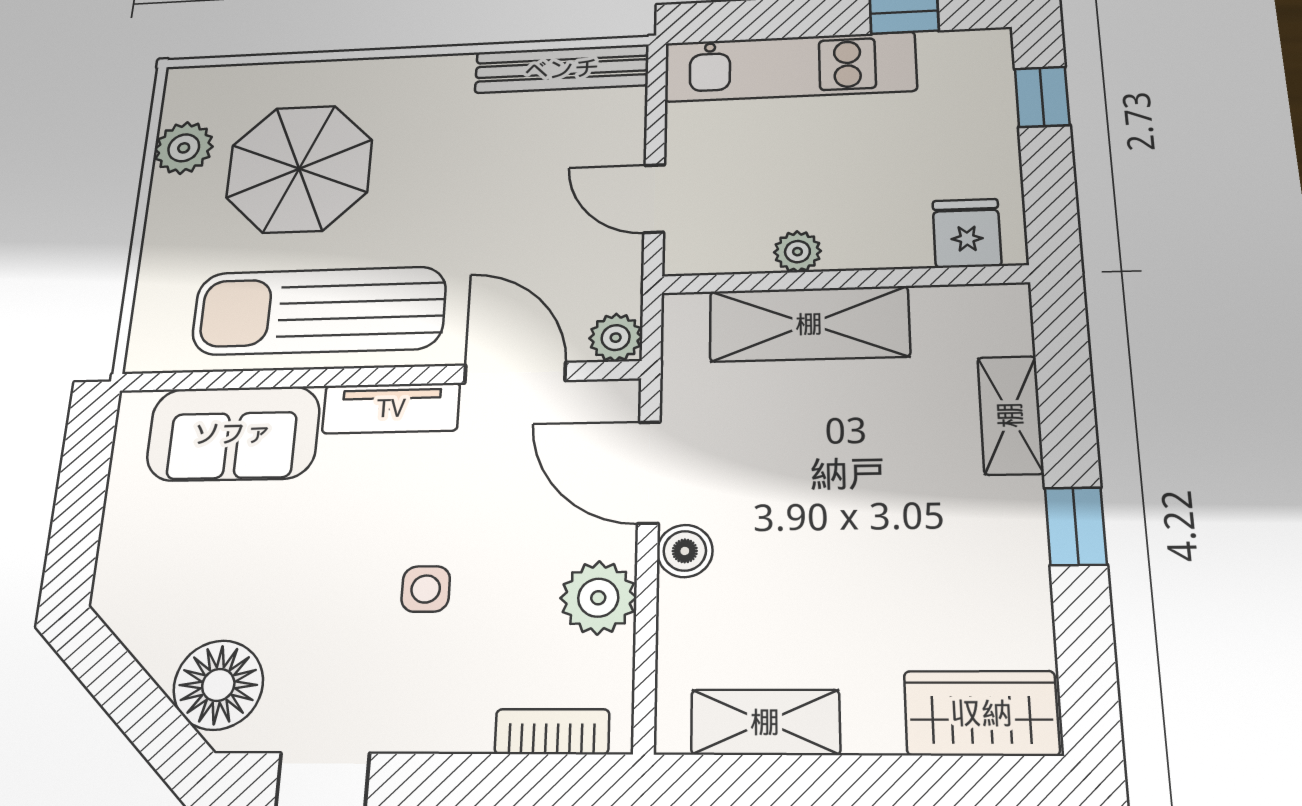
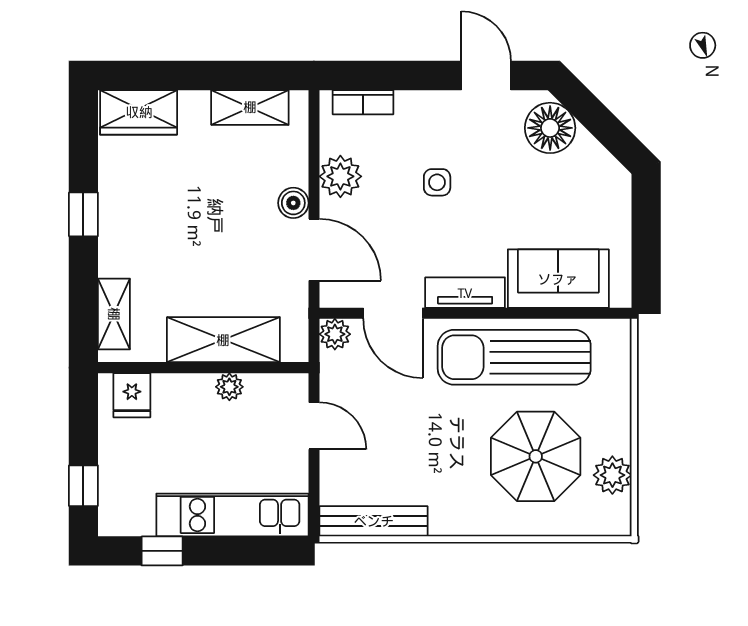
sun lounger: (319, 311) -> (514, 357), turned 180
shelving: (1010, 415) -> (114, 314), moved

